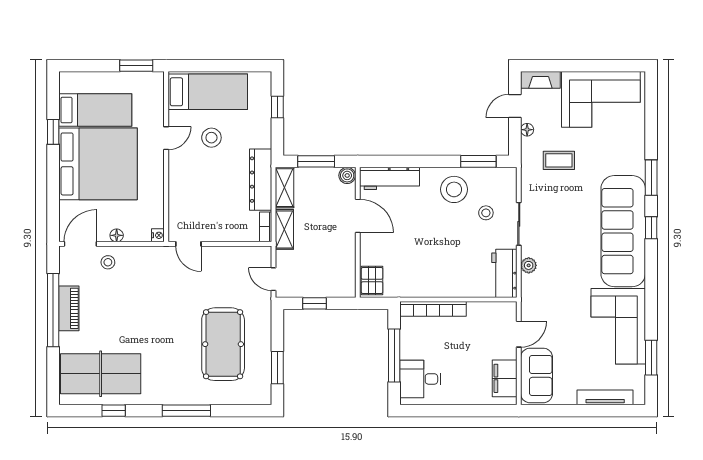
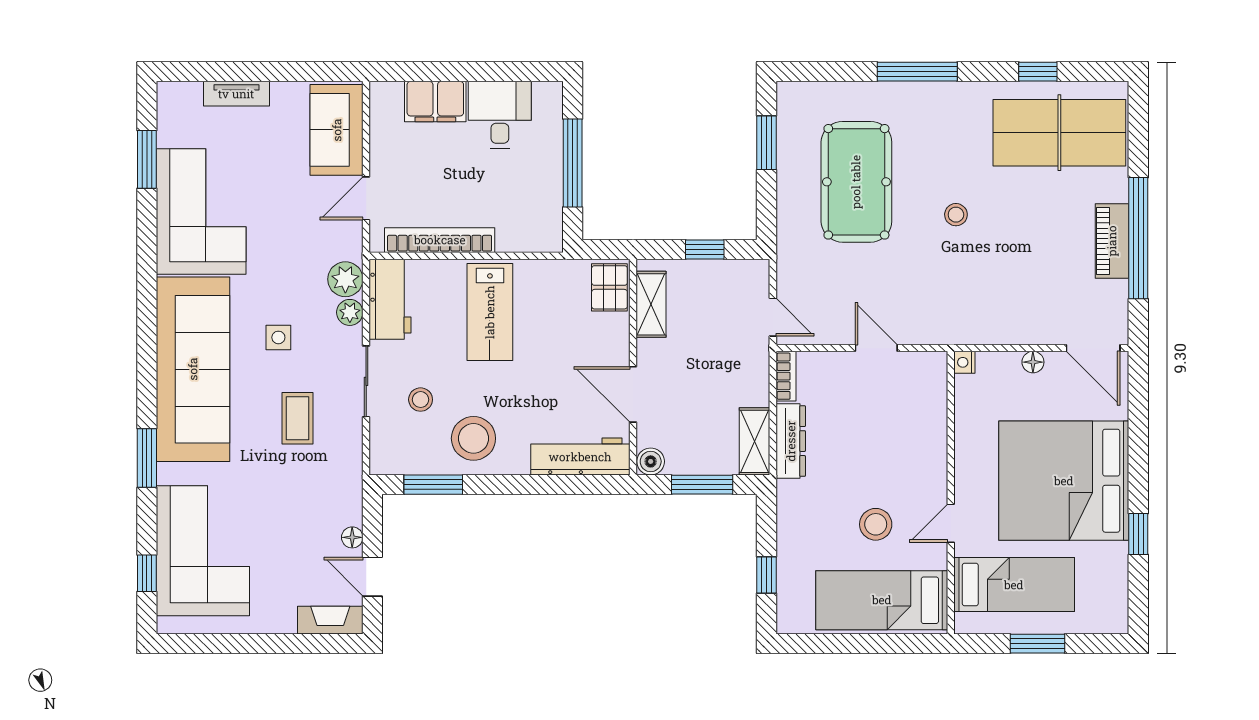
window: (136, 66) -> (1038, 644), moved
corner sofa: (601, 99) -> (203, 551), moved, turned 90
door: (515, 106) -> (372, 577), swing flipped
bed: (95, 110) -> (1014, 585), moved, turned 180
coffee table: (559, 160) -> (298, 418), moved, turned 90
dresser: (261, 180) -> (791, 441), width x0.73, depth x0.80
window: (651, 228) -> (147, 573), moved
shelving: (284, 229) -> (651, 304), moved
door: (80, 244) -> (1093, 348), hinge flipped
door: (188, 244) -> (876, 348), moved
side table: (572, 250) -> (278, 337), added
stool: (108, 262) -> (956, 215), moved
lab bench: (444, 266) -> (490, 312), added
door: (273, 279) -> (773, 317), moved
plant: (531, 285) -> (345, 279), added
bookcase: (433, 309) -> (440, 240), moved
filing cabinet: (505, 378) -> (435, 101), moved, turned 90
desk: (420, 379) -> (500, 115), moved, turned -90
tv unit: (605, 397) -> (236, 94), width x0.71

